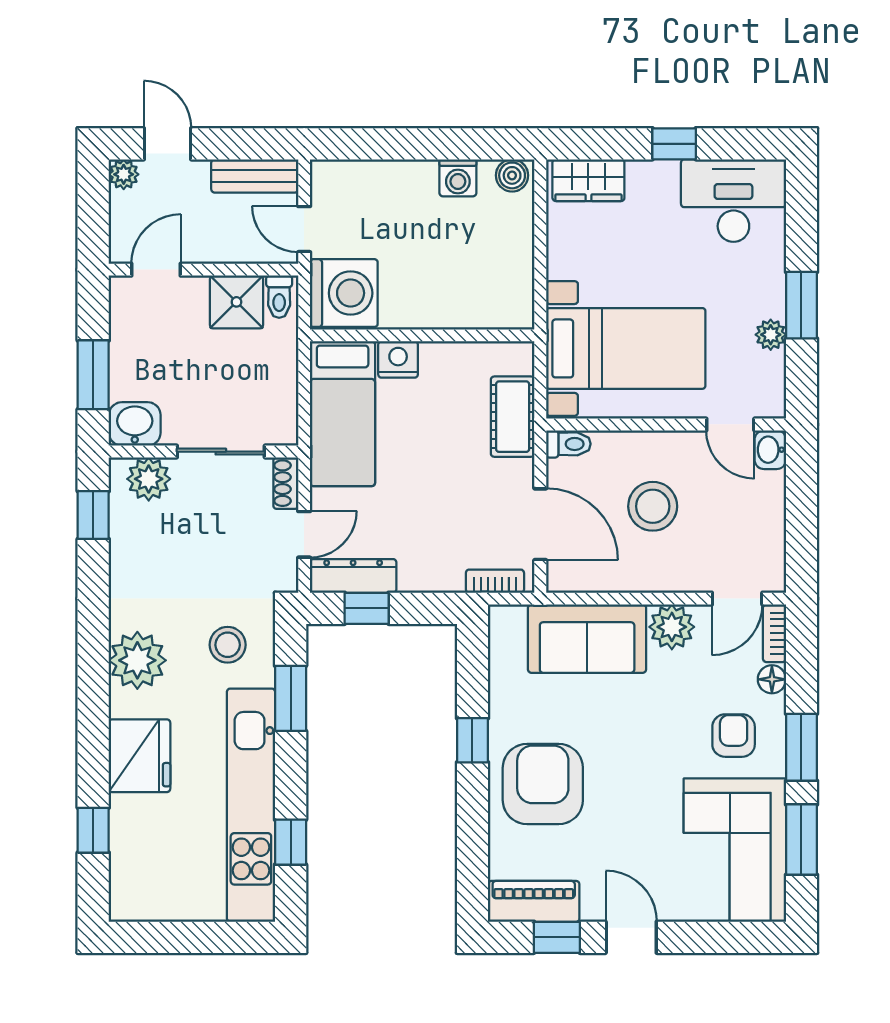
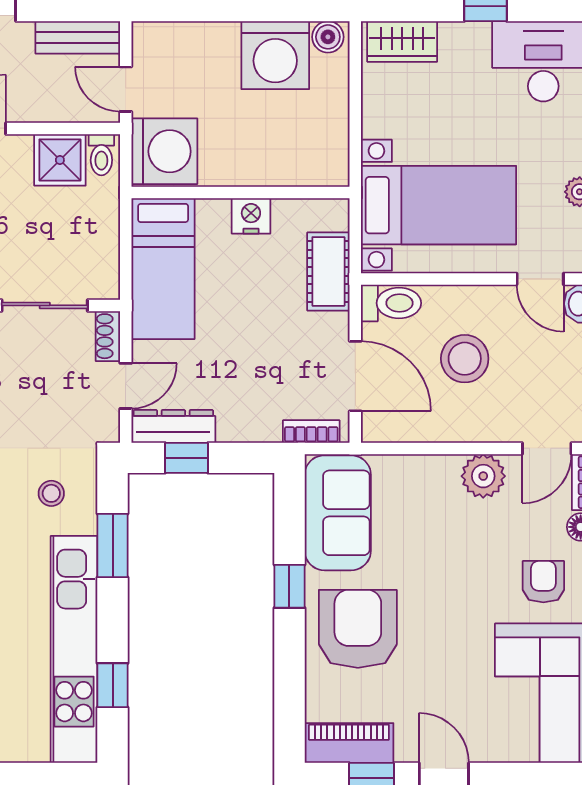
washing machine: (458, 178) -> (275, 55), width x1.89, depth x1.89
nightstand: (398, 359) -> (251, 216), moved
toilet: (568, 444) -> (391, 303), width x1.37, depth x1.39
sofa: (587, 639) -> (338, 513), moved, turned -90
stool: (228, 645) -> (51, 493), width x0.73, depth x0.73

